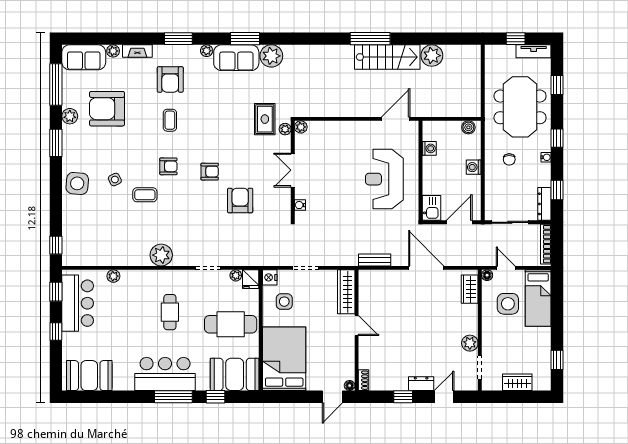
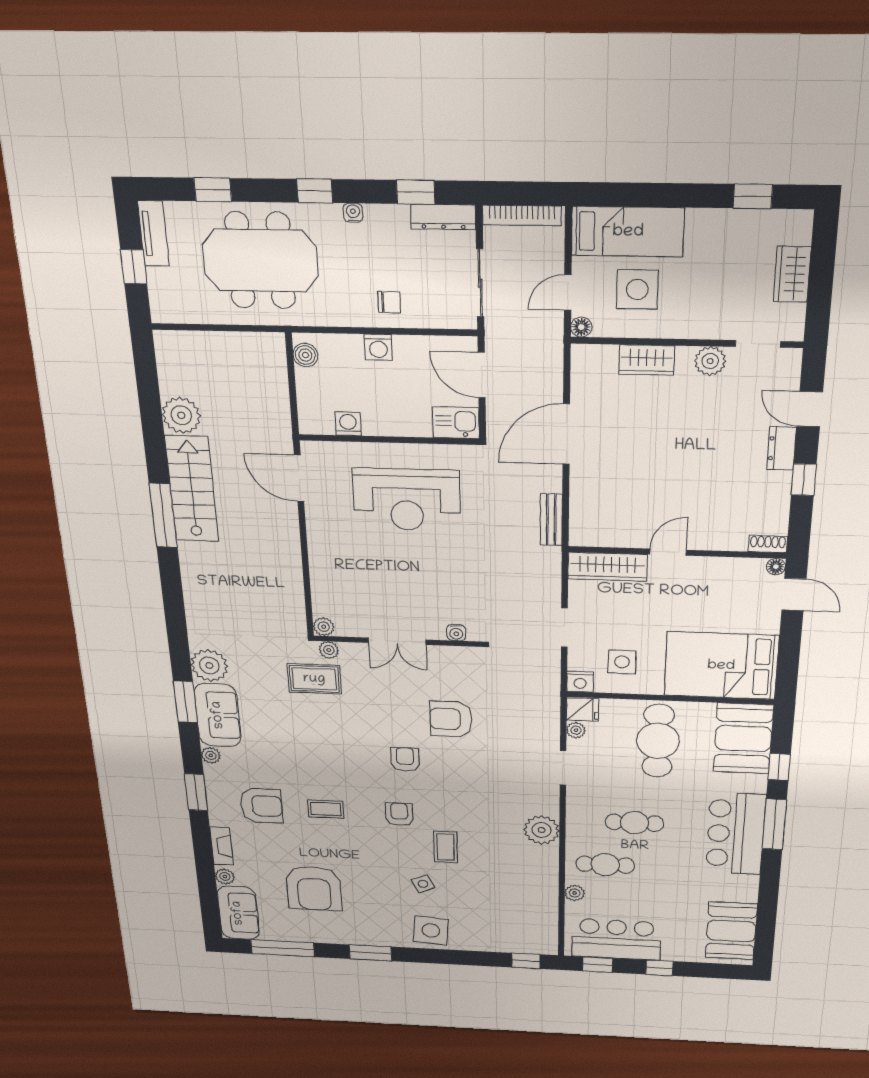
plant: (70, 116) -> (329, 934), removed
chair: (509, 159) -> (389, 302), moved
wardrobe: (470, 289) -> (647, 360), moved
cafe table: (137, 295) -> (605, 865), added

